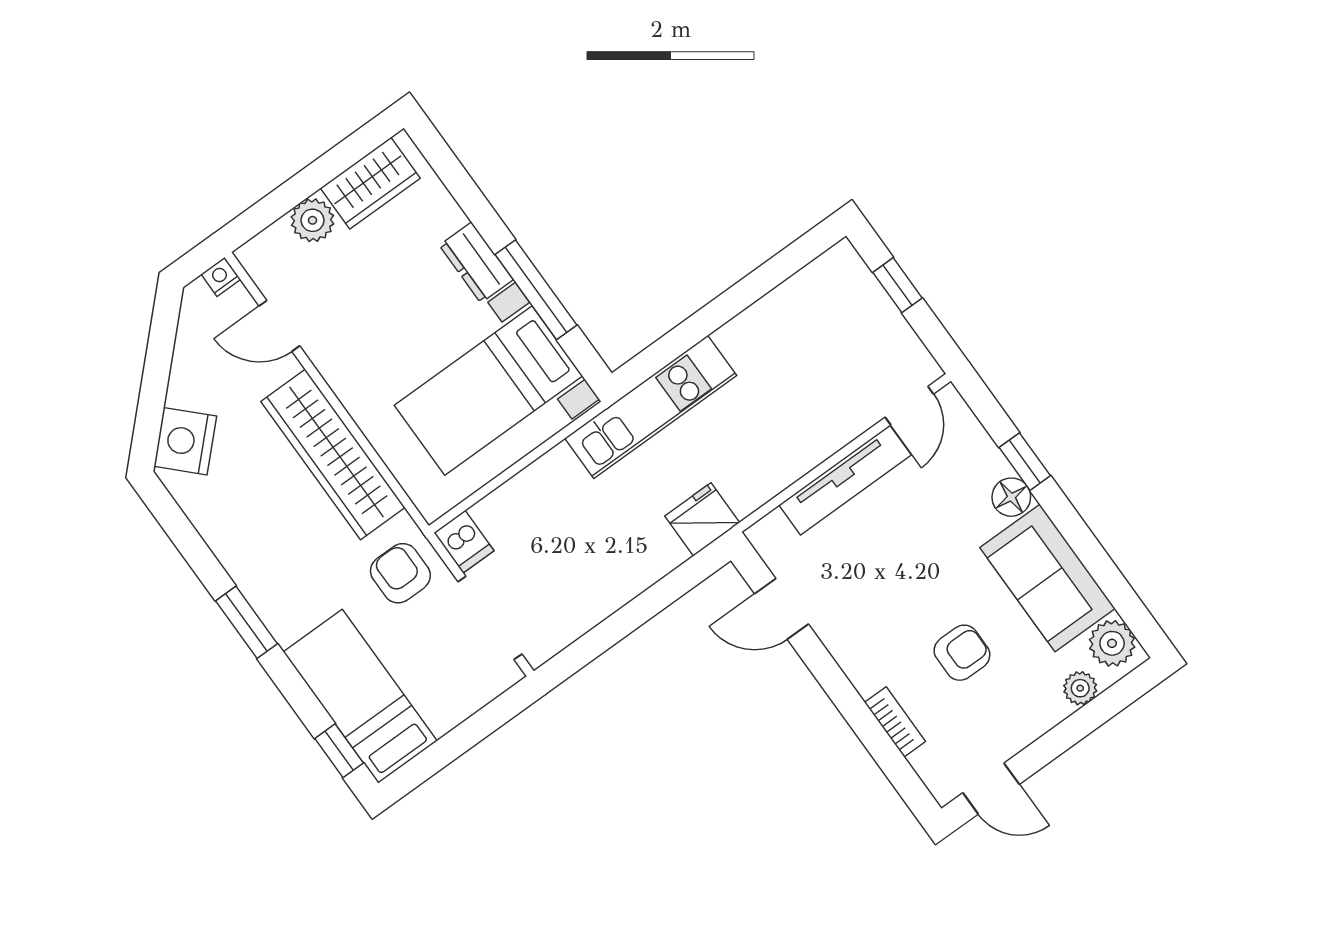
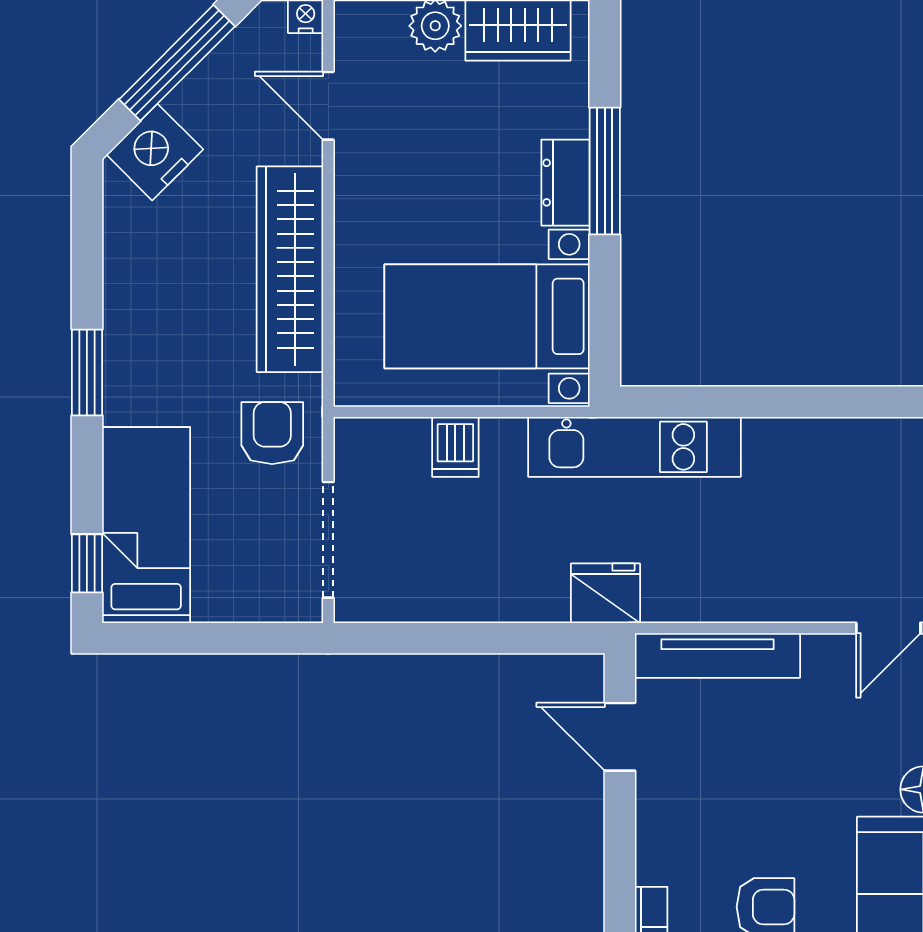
window: (536, 290) -> (605, 171), moved
window: (157, 370) -> (177, 63), added
tv unit: (845, 480) -> (717, 655), moved
dishwasher: (464, 542) -> (455, 447), moved

